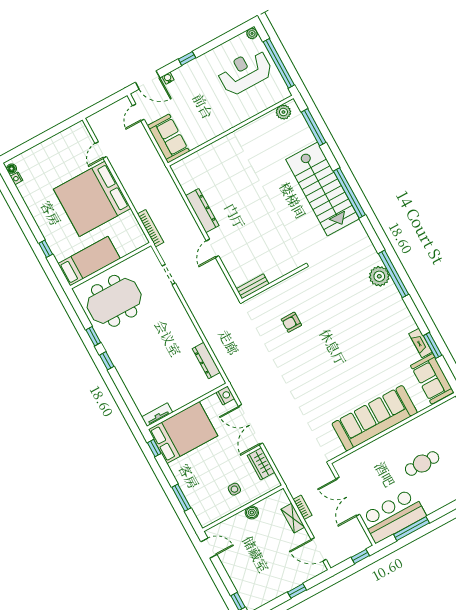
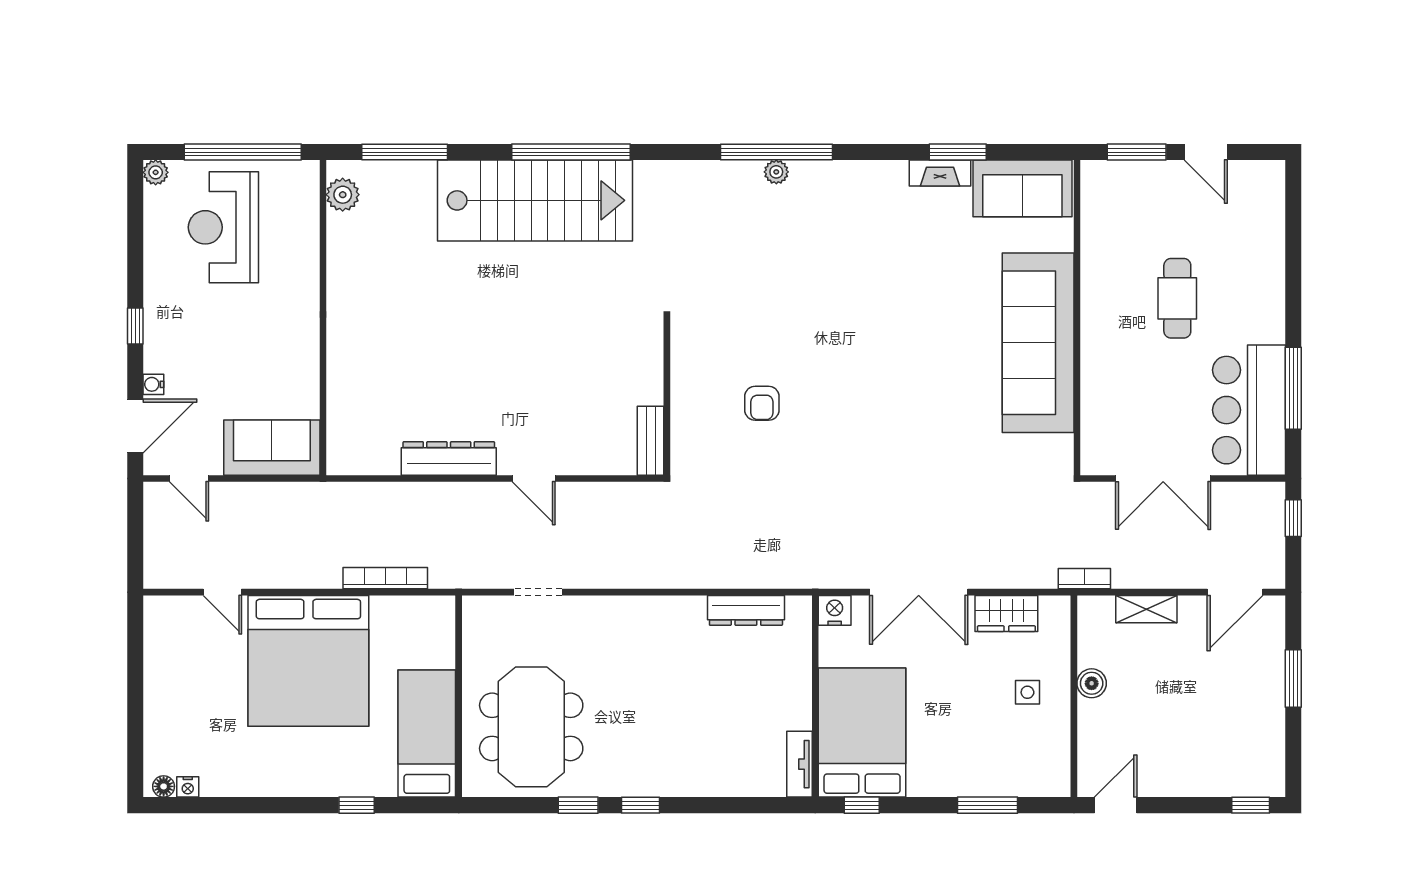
bookcase: (151, 228) -> (385, 578), moved
plant: (379, 276) -> (776, 172), width x0.53, depth x0.53
bookcase: (303, 507) -> (1084, 579), moved
window: (297, 591) -> (1293, 679), width x1.50

